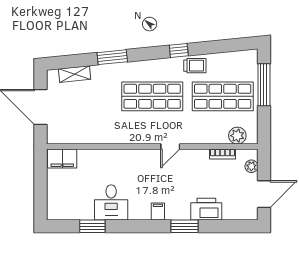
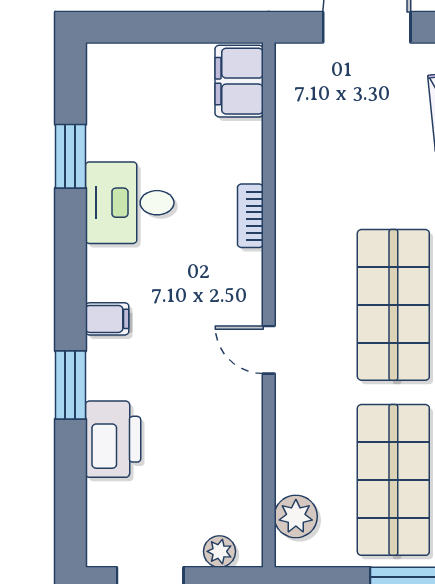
bookcase: (223, 154) -> (250, 216), moved

